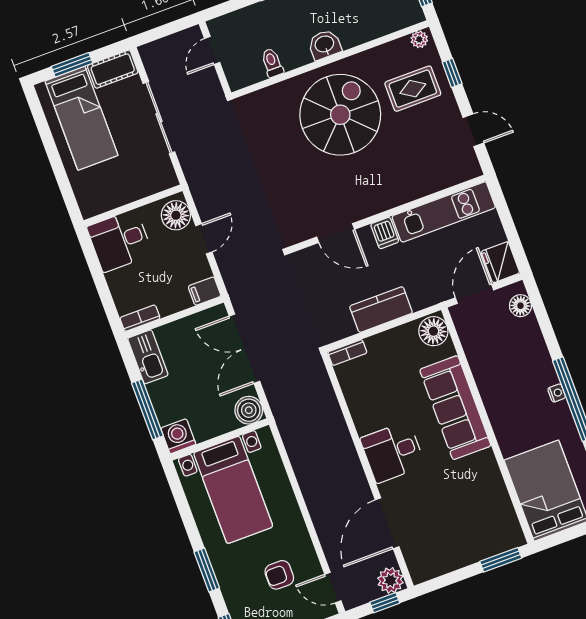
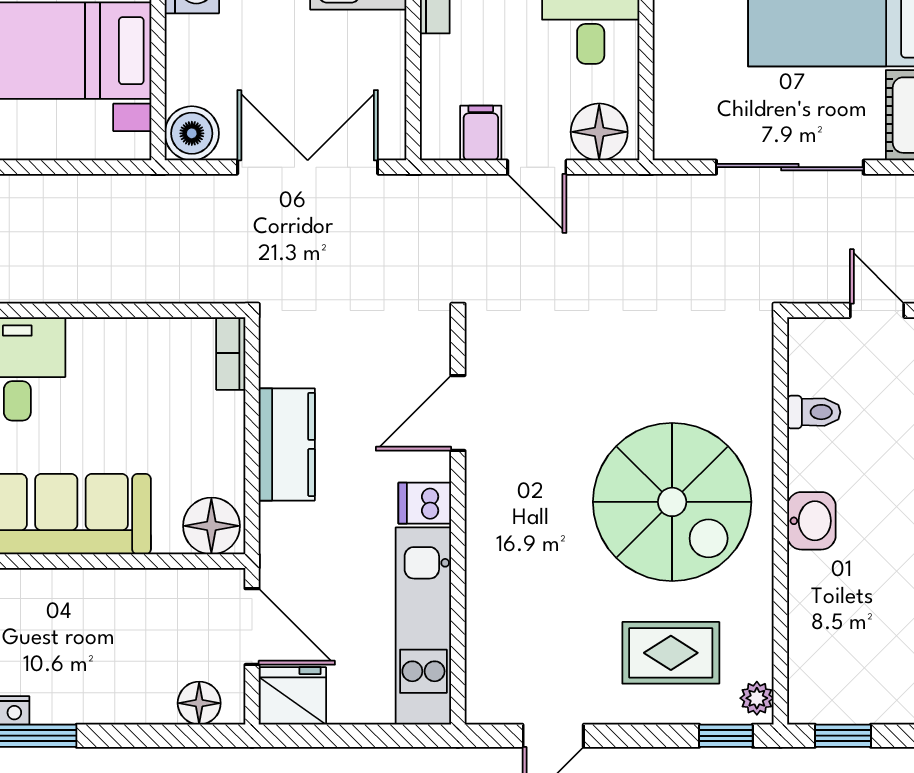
window: (452, 73) -> (726, 736), moved
rug: (413, 89) -> (671, 653), turned 90
filing cabinet: (205, 291) -> (481, 133), moved

